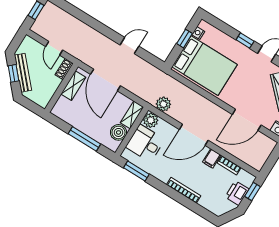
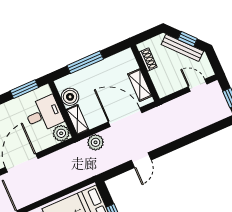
door: (54, 48) -> (198, 85), moved
shoe rack: (64, 69) -> (148, 60), moved
plant: (163, 104) -> (96, 142), moved

